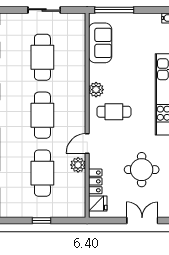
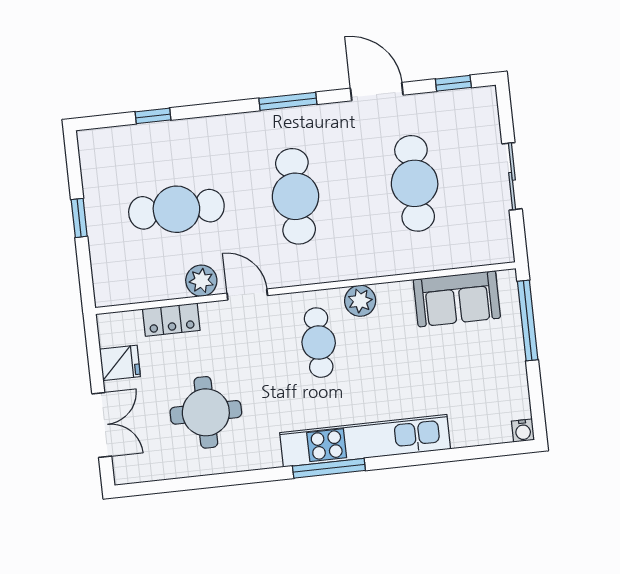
cafe table: (42, 57) -> (415, 183), turned 90
cafe table: (42, 115) -> (296, 196), turned 90
fridge: (98, 204) -> (120, 363), moved, turned -90

